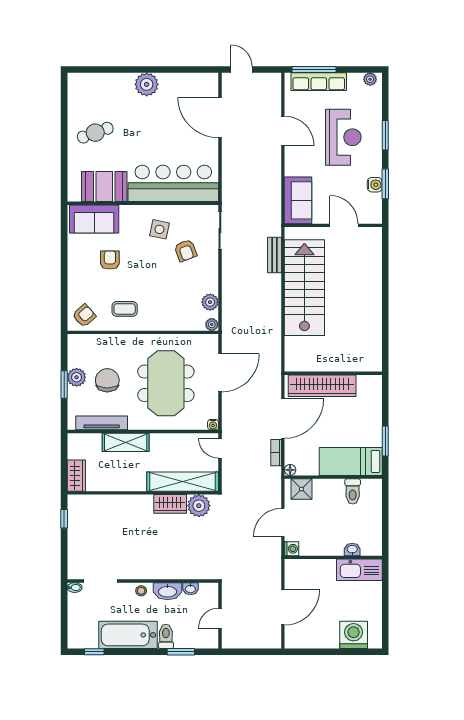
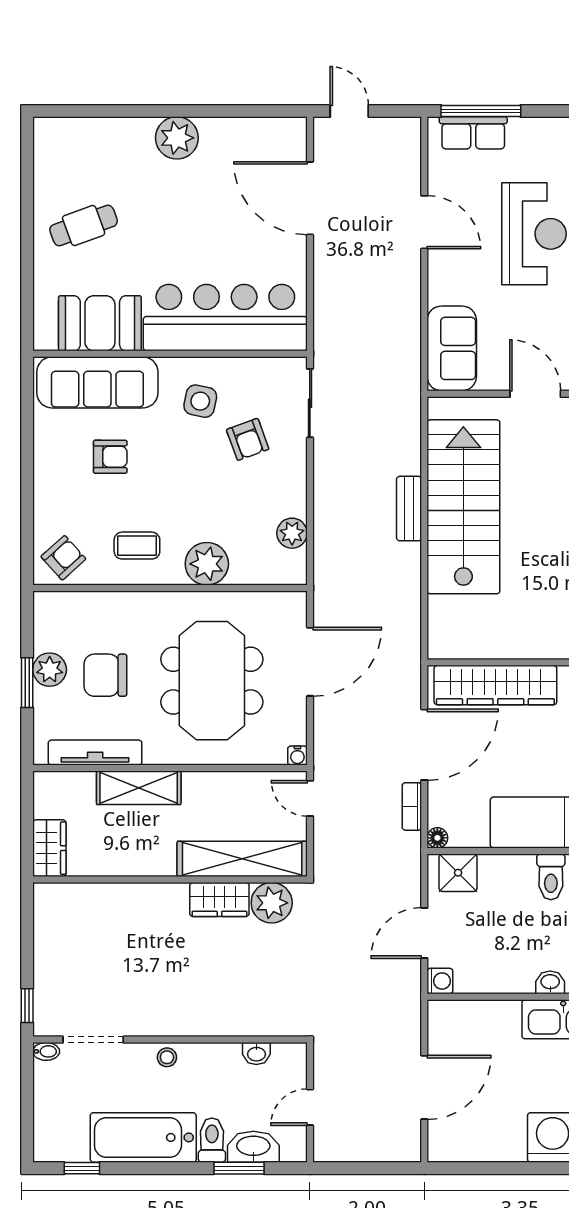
row of seats: (319, 82) -> (473, 133), width x0.68
sofa: (94, 219) -> (97, 382), width x1.36
bench: (274, 255) -> (409, 509), moved
armchair: (110, 260) -> (110, 457), turned 90
plant: (212, 324) -> (207, 564), moved, width x1.88, depth x1.88
chair: (107, 380) -> (105, 675), turned -90
window: (64, 519) -> (27, 1006), moved
washbasin: (168, 591) -> (253, 1147), moved, turned 180

